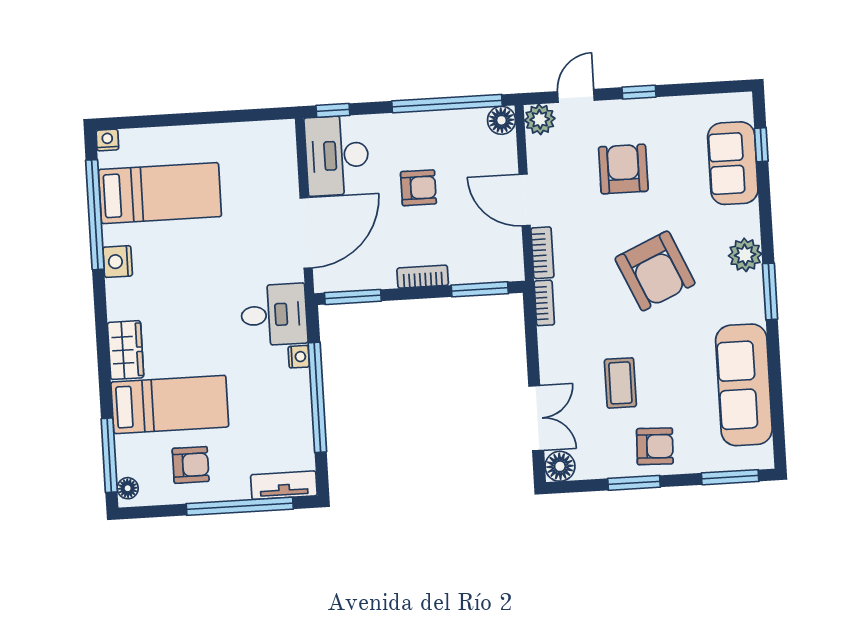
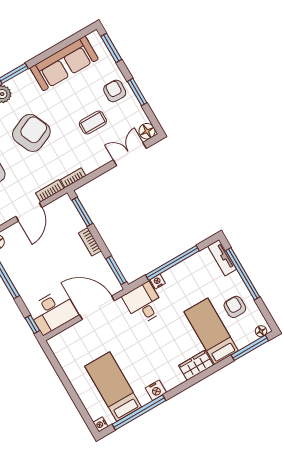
armchair: (418, 188) -> (49, 265), removed

